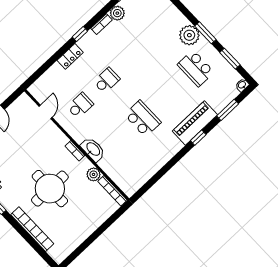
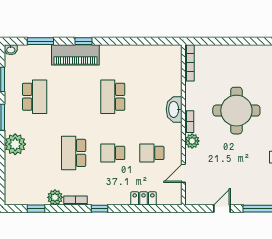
plant: (189, 35) -> (15, 144), moved
school desk: (133, 55) -> (74, 153), added
locker: (70, 56) -> (144, 198), moved
plant: (94, 174) -> (192, 141), moved

